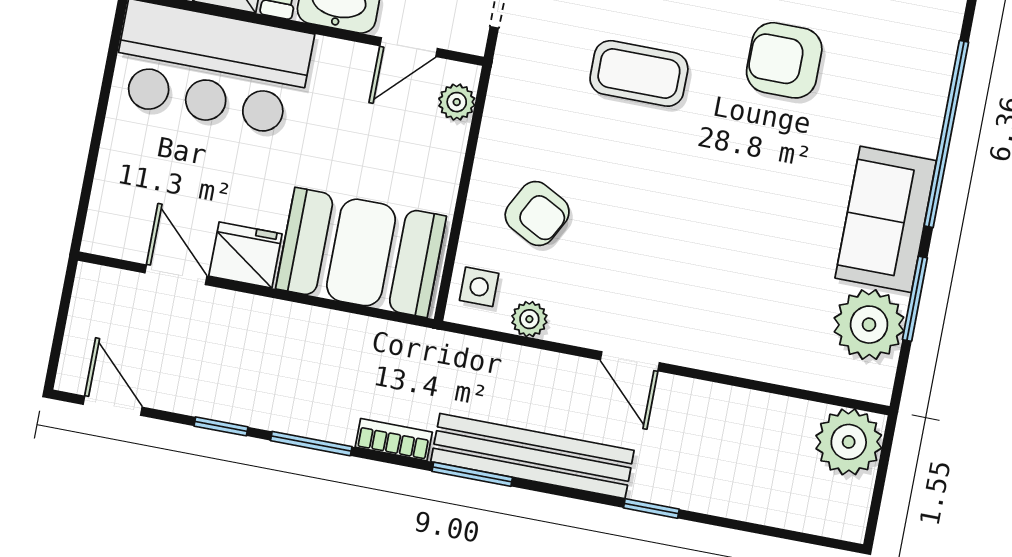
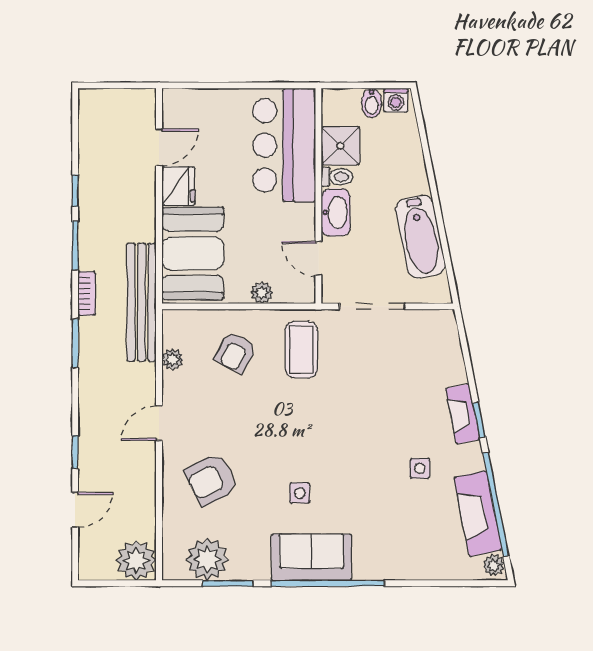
armchair: (784, 60) -> (211, 480), moved, turned -117
coffee table: (639, 73) -> (301, 350), moved
plant: (457, 102) -> (262, 293), moved
sofa: (886, 219) -> (311, 557), moved
side table: (479, 287) -> (300, 493), moved
door: (113, 406) -> (75, 510), moved
bench: (532, 456) -> (142, 302), moved

